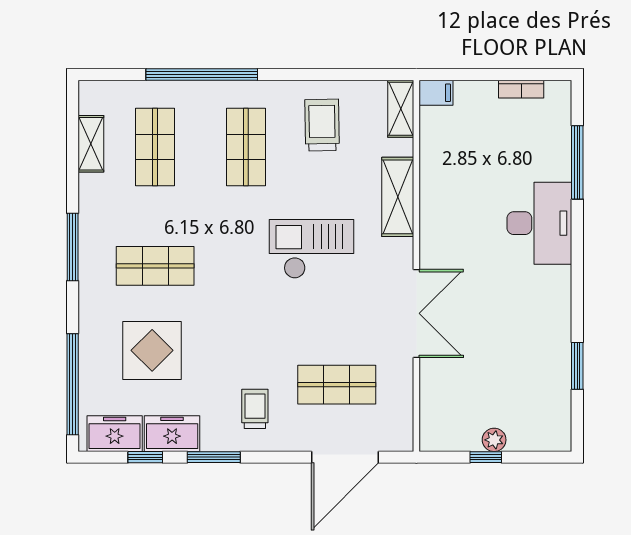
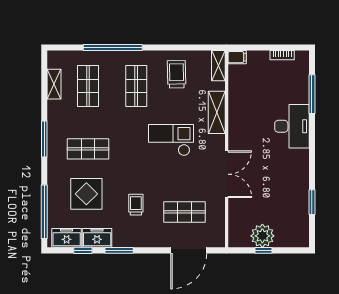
trolley: (255, 409) -> (136, 205), moved
plant: (494, 440) -> (262, 236), width x1.87, depth x1.87

